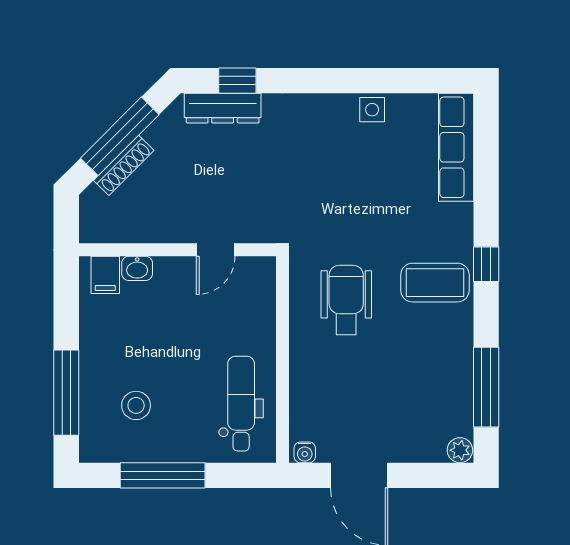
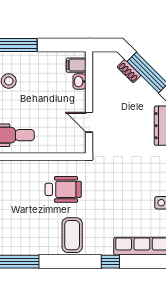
shoe rack: (124, 165) -> (129, 71), width x0.70
window: (486, 264) -> (110, 262), moved

